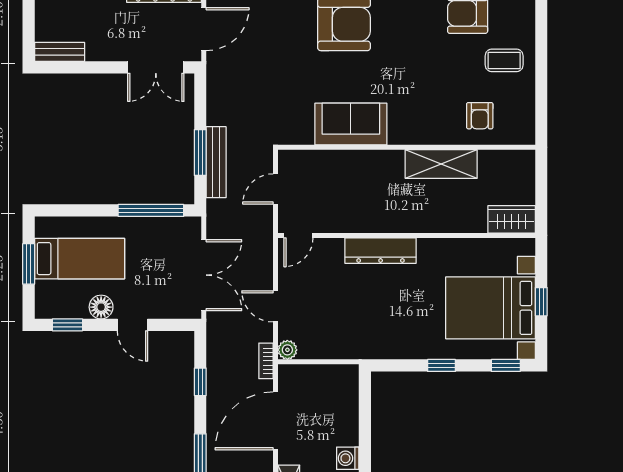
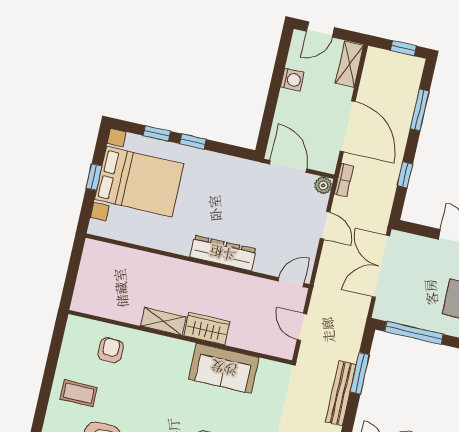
bench: (216, 162) -> (341, 393), moved
shelving: (441, 164) -> (163, 321), width x0.67, depth x0.75
door: (275, 189) -> (302, 327), swing flipped
wardrobe: (512, 219) -> (207, 329), moved, turned 180
door: (331, 362) -> (288, 166), added
window: (506, 365) -> (157, 133), moved
door: (275, 421) -> (348, 126), hinge flipped

